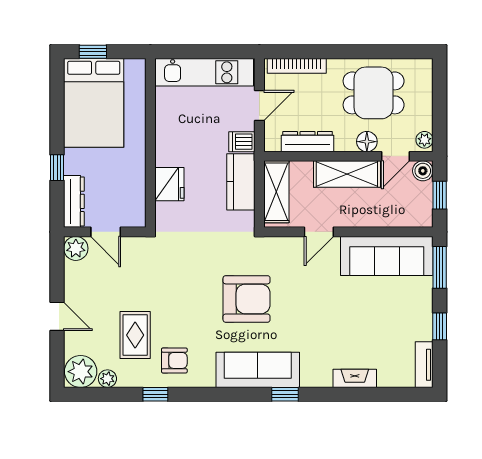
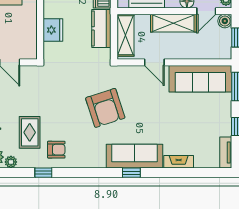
door: (319, 232) -> (154, 62), hinge flipped
armchair: (247, 299) -> (105, 108), turned 72
sofa: (258, 370) -> (134, 156), moved

